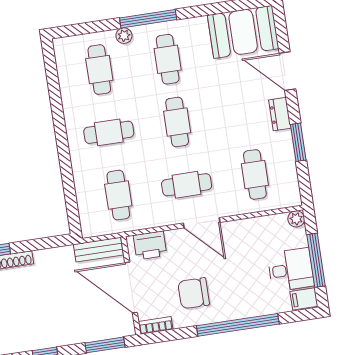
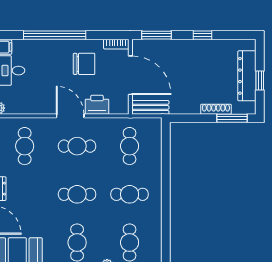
cafe table: (177, 122) -> (77, 194), turned 90
printer: (150, 245) -> (97, 105), moved

